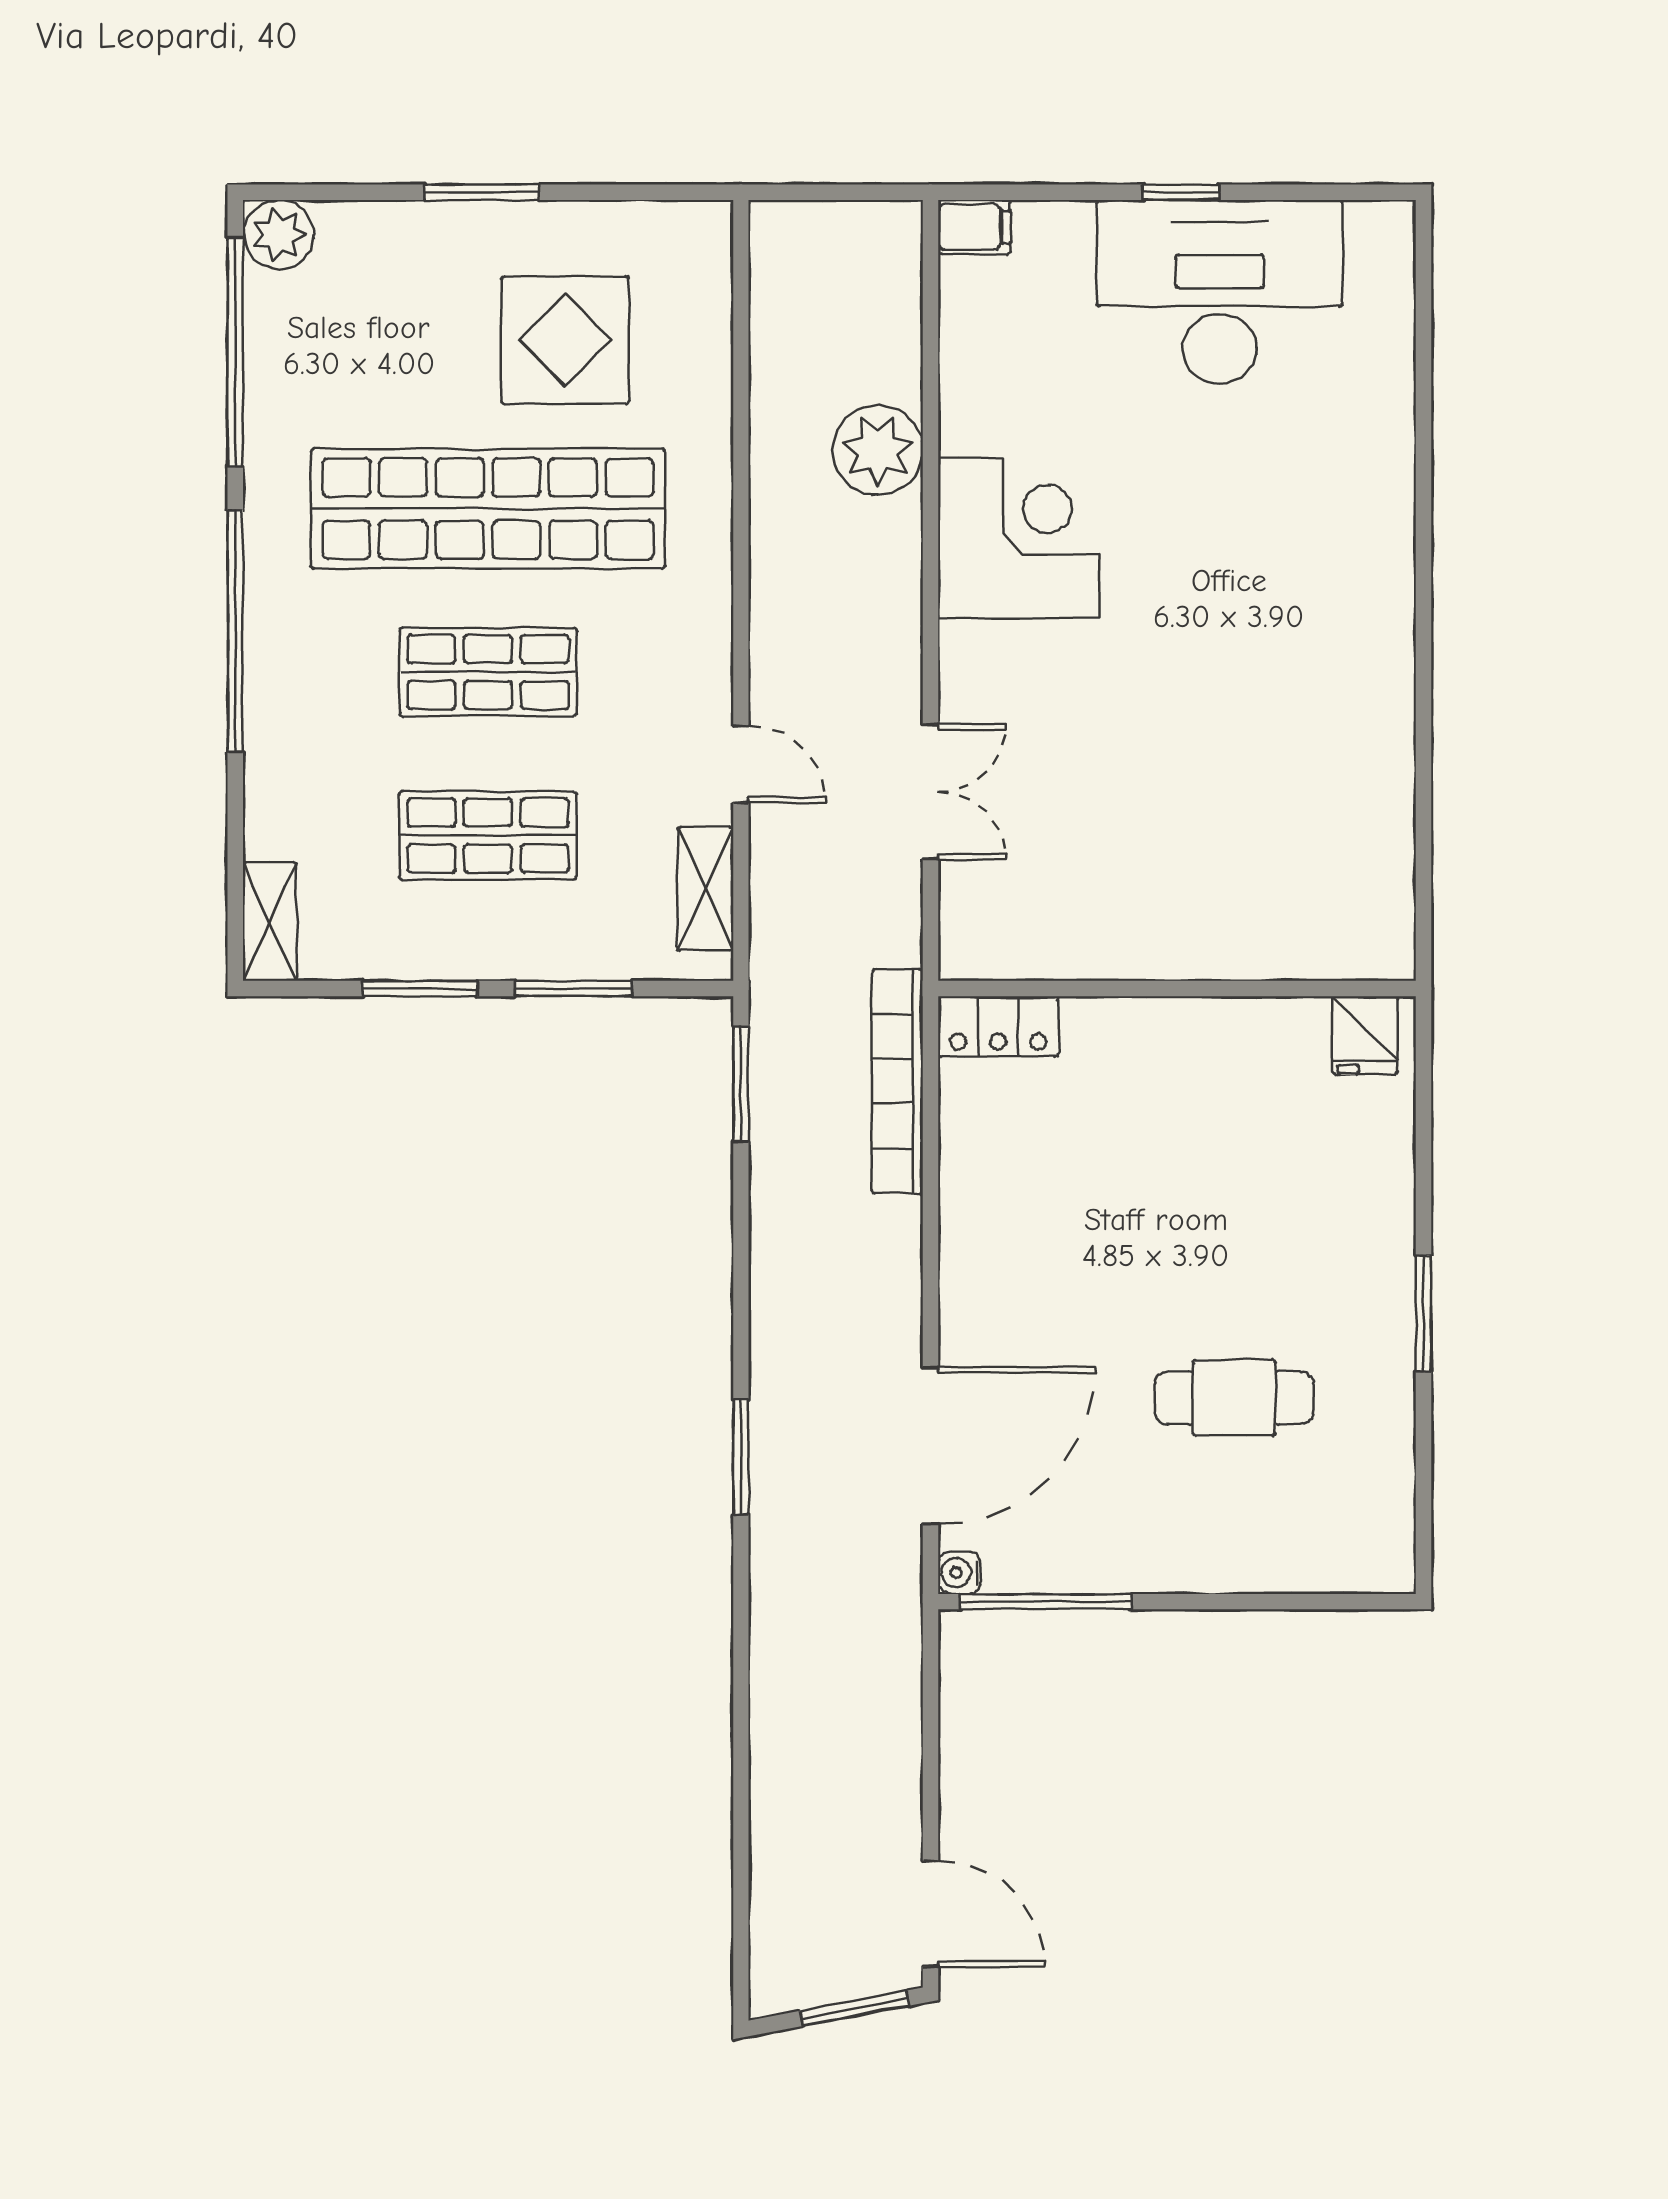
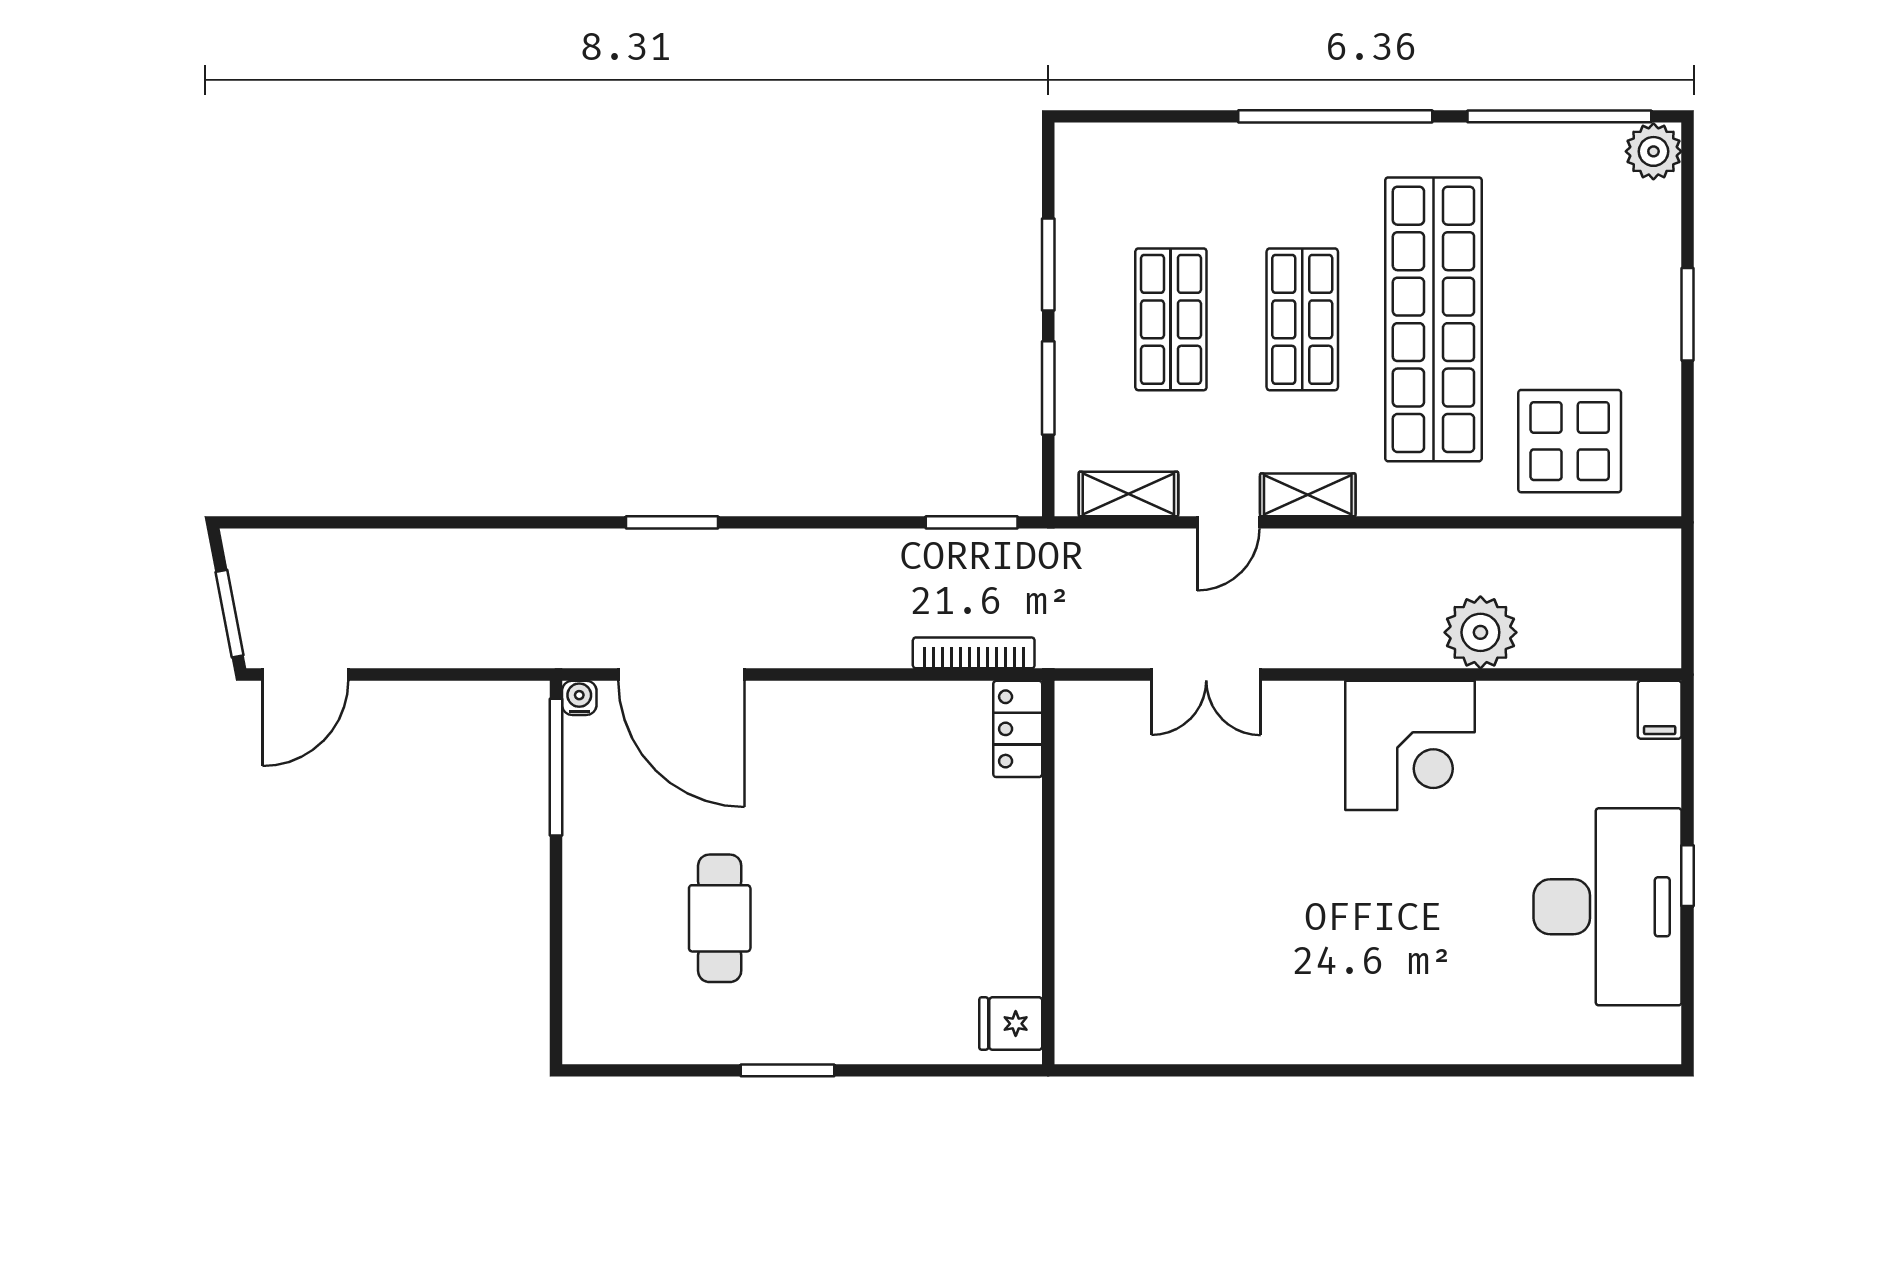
display table: (565, 340) -> (1570, 441), moved
shelving: (270, 922) -> (1308, 495), moved
bookcase: (897, 1081) -> (974, 653), width x0.68, depth x0.76

